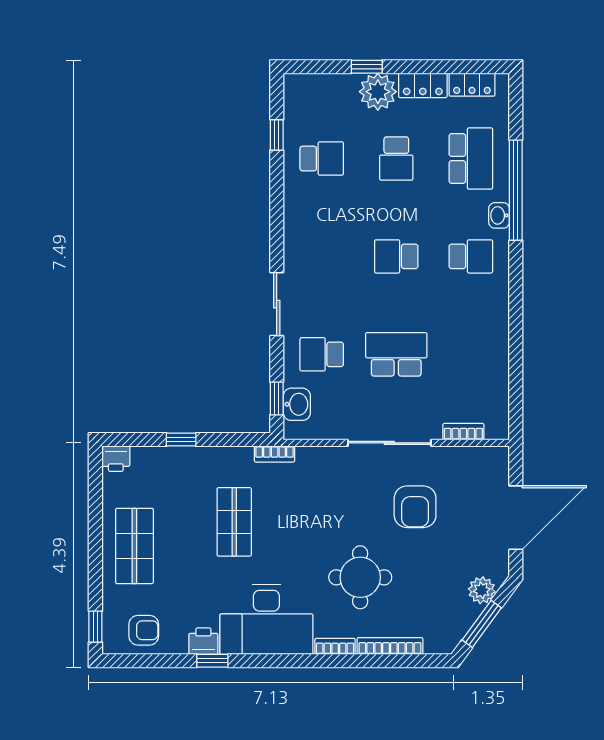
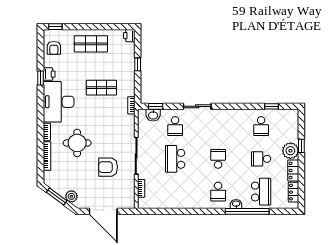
school desk: (471, 159) -> (261, 192), turned -90
school desk: (322, 354) -> (175, 126), turned 180
school desk: (396, 354) -> (175, 159), turned 180

